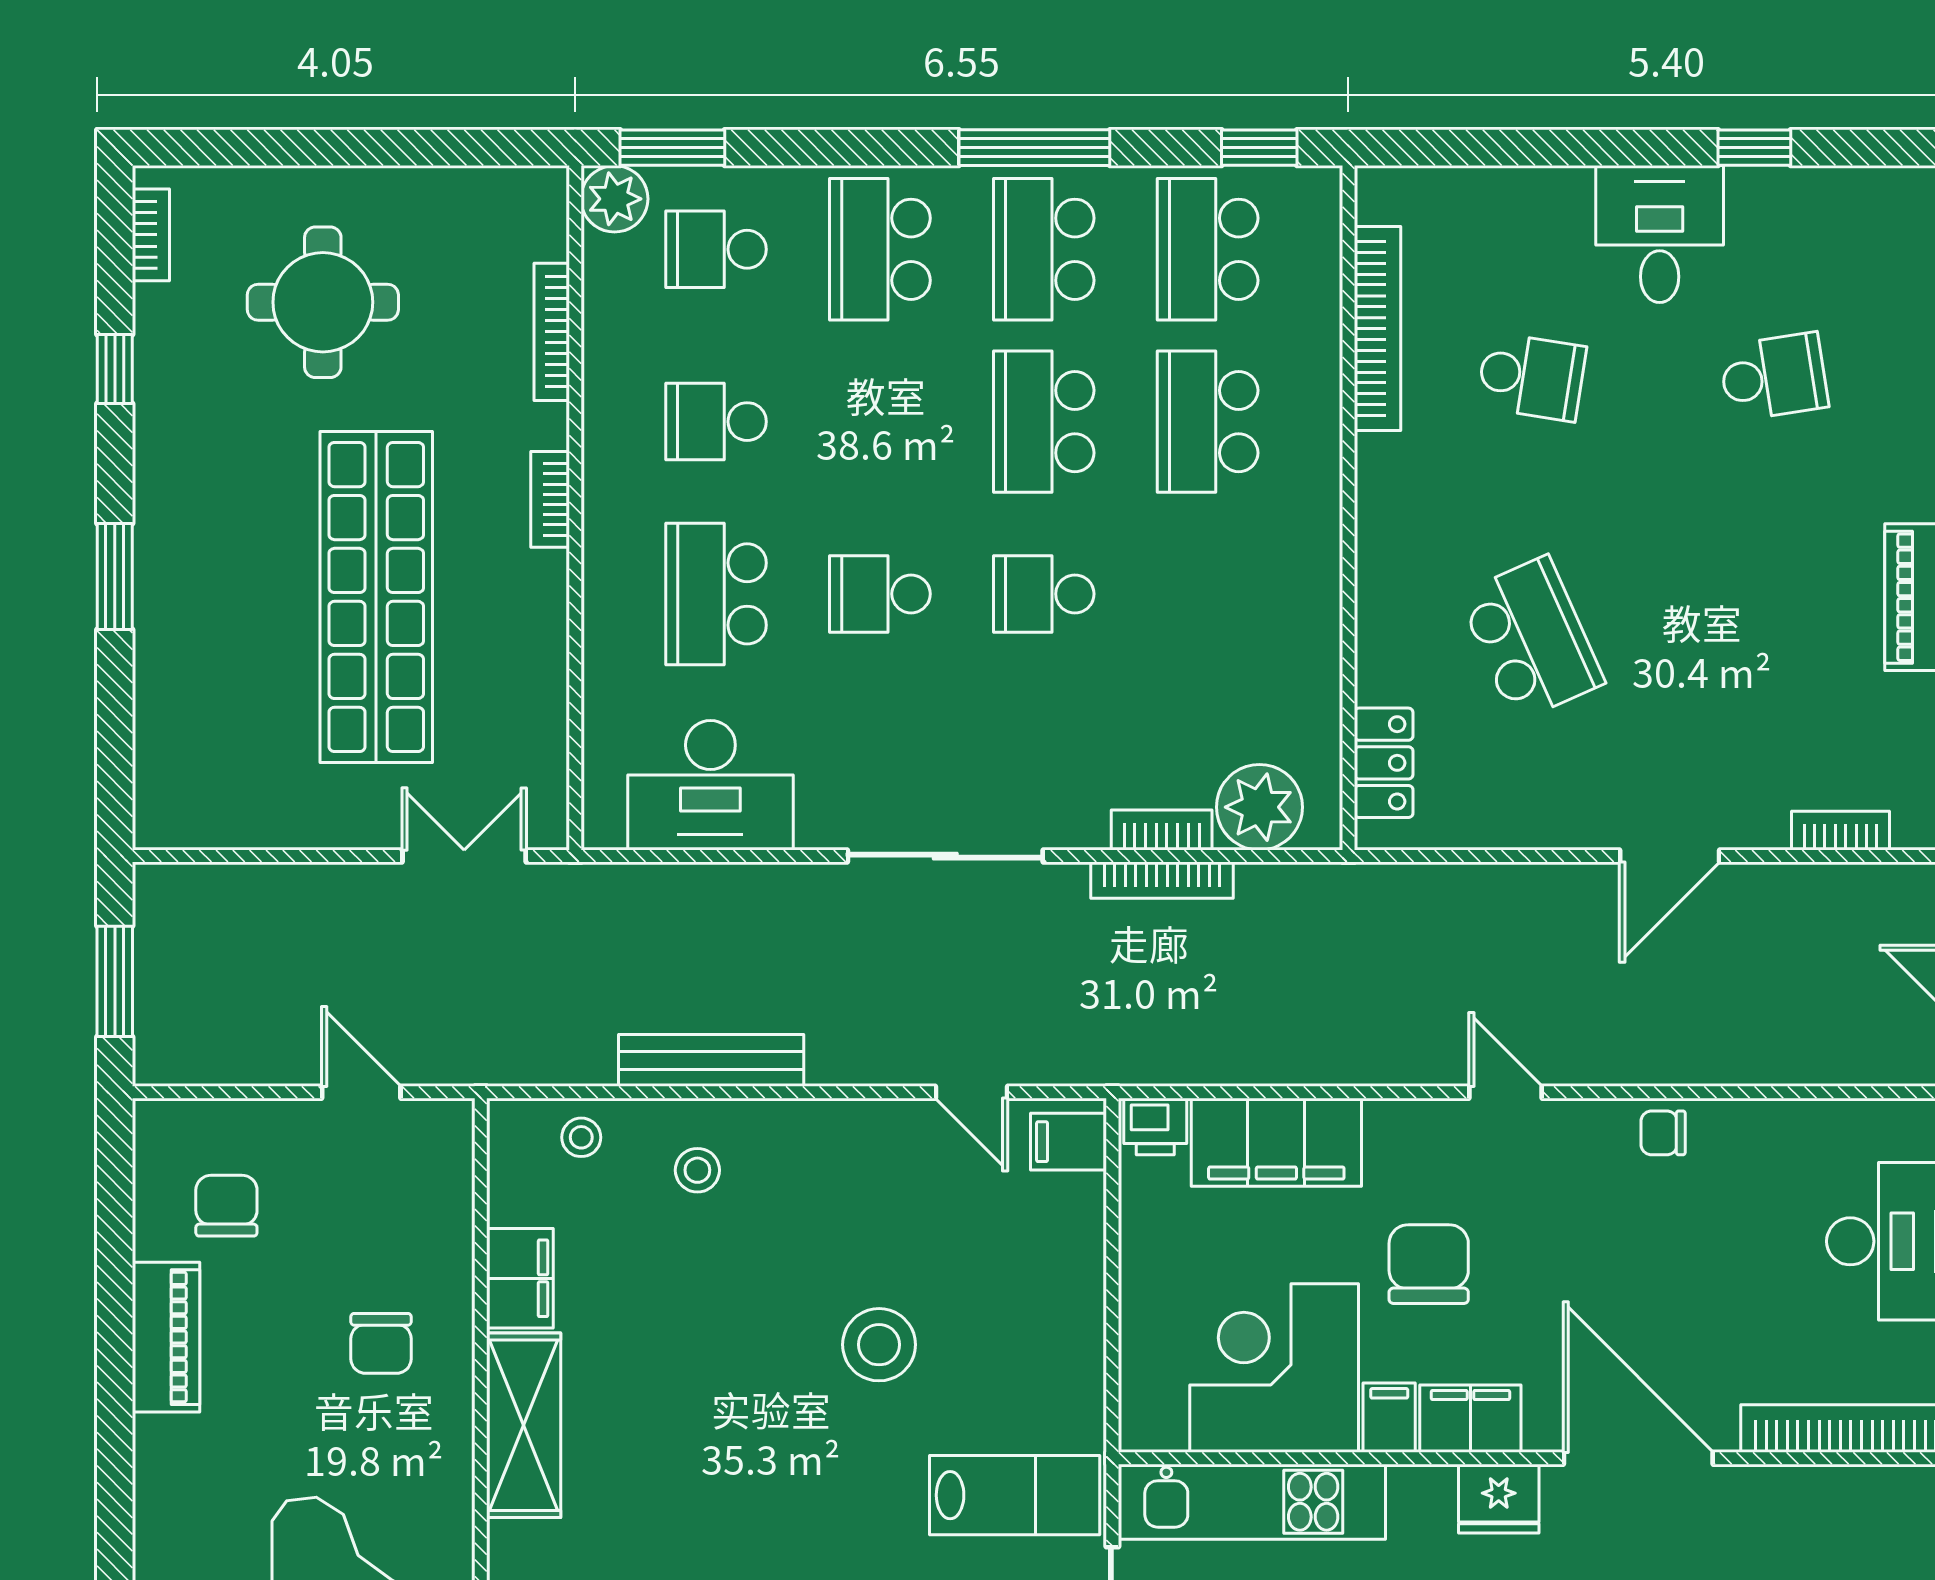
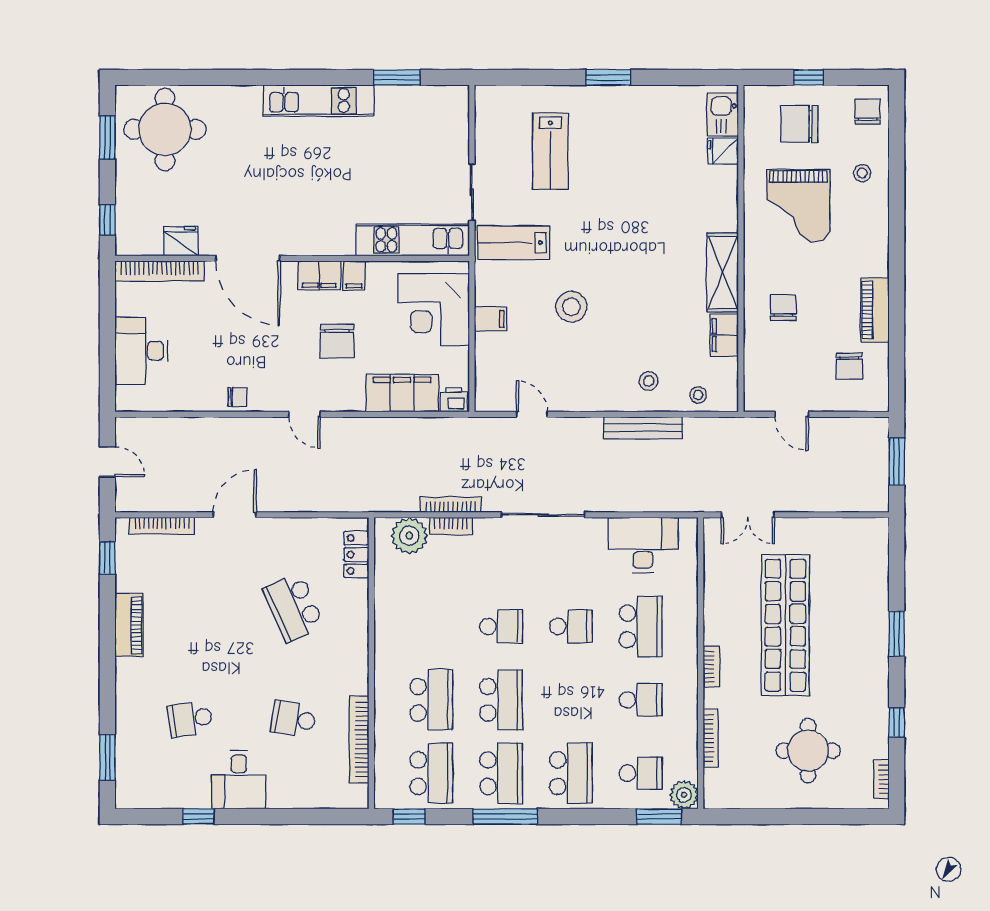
bookcase: (1840, 831) -> (162, 526), width x1.56
filing cabinet: (1069, 1142) -> (491, 319), moved
corner desk: (1274, 1368) -> (433, 309), moved, turned 90
fridge: (1499, 1499) -> (181, 241), moved

